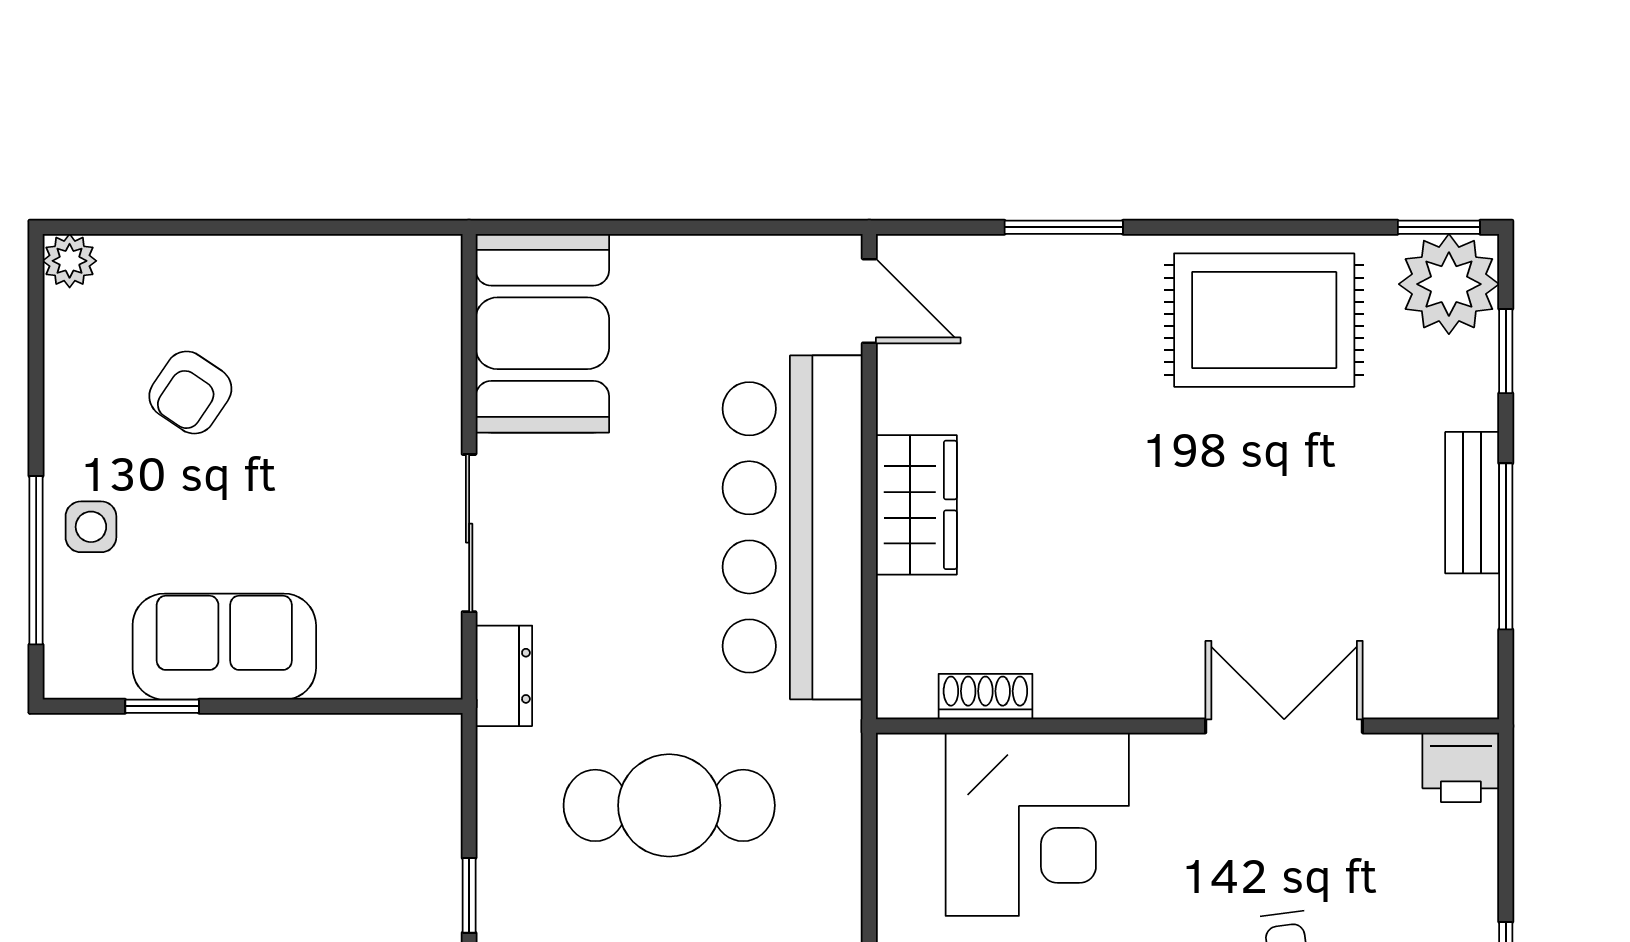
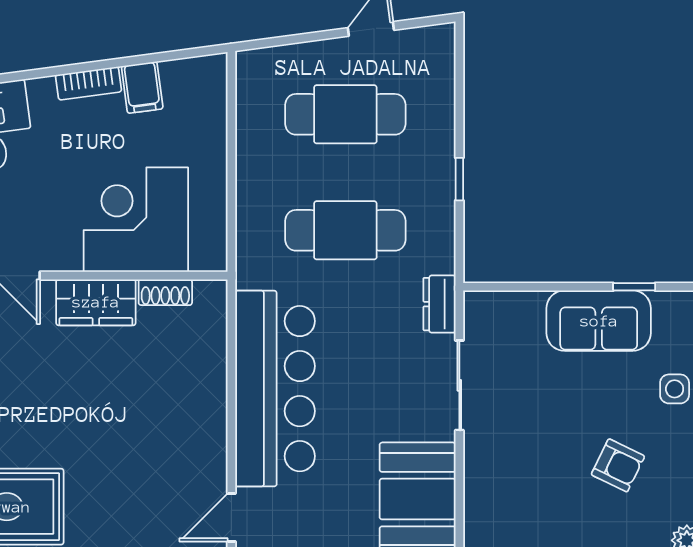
door: (869, 301) -> (231, 517), hinge flipped
armchair: (190, 392) -> (618, 465), turned 82
wardrobe: (916, 505) -> (96, 302), moved, turned -90

